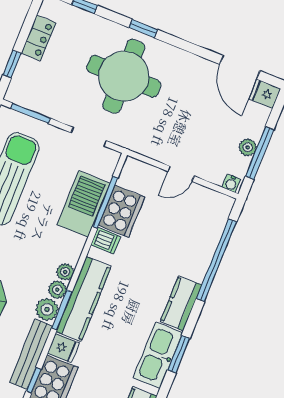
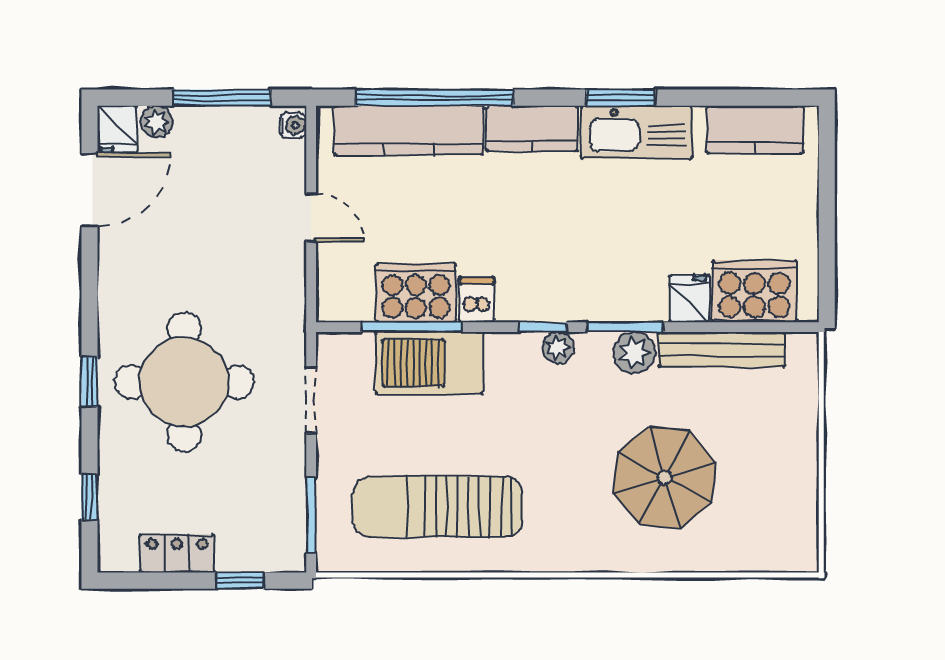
plant: (248, 147) -> (156, 122), moved
plant: (57, 290) -> (594, 349), removed
kitchen counter: (84, 299) -> (409, 130), moved, turned 180
window: (34, 380) -> (543, 327), moved

